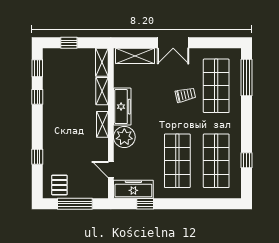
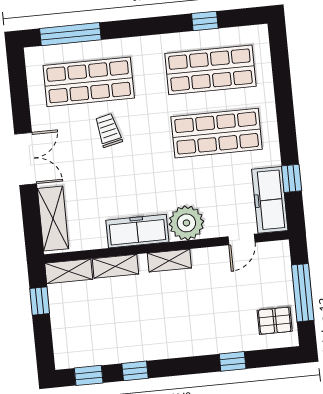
window: (69, 43) -> (40, 301), moved

